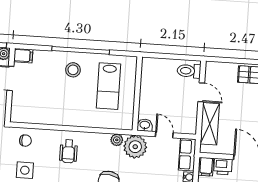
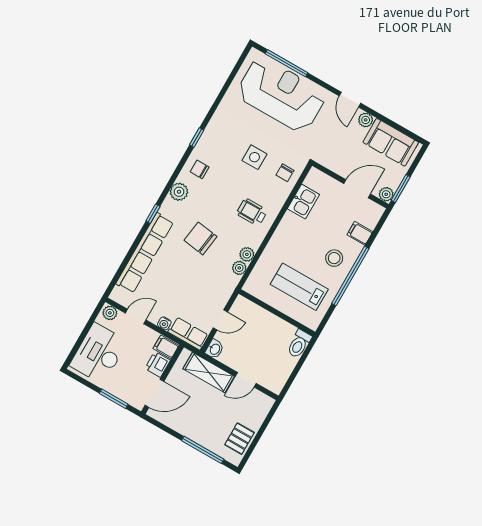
filing cabinet: (23, 56) -> (360, 233), moved, turned 90
toilet: (189, 71) -> (299, 344), moved, turned 180
kitchen sink: (41, 115) -> (303, 202), added
washbasin: (145, 125) -> (215, 349), moved
plant: (135, 147) -> (247, 254), moved, width x0.53, depth x0.53

